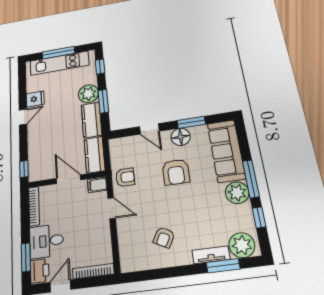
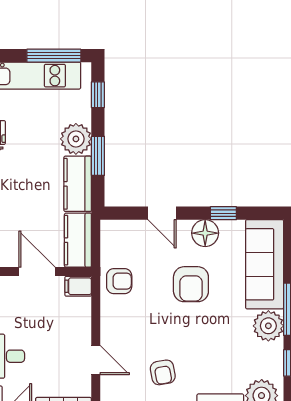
window: (58, 53) -> (54, 56), moved
window: (191, 122) -> (223, 213), width x0.67
door: (112, 208) -> (96, 360), moved
armchair: (164, 237) -> (163, 372), turned -38

